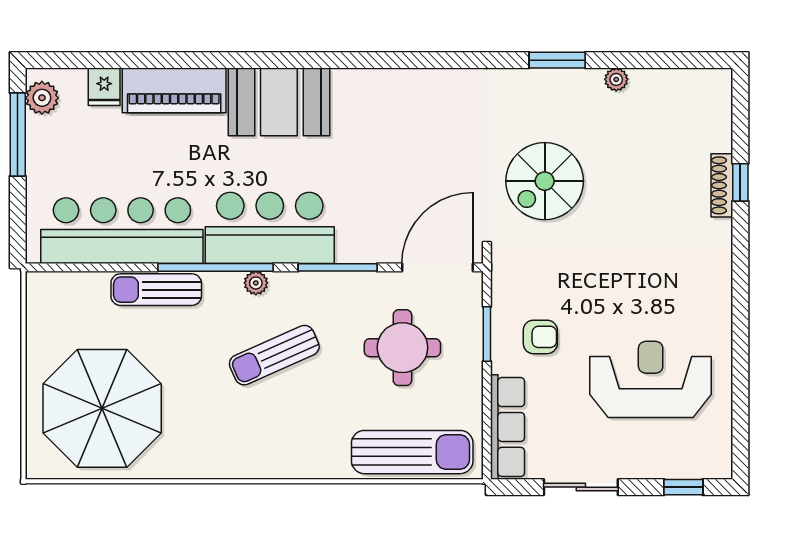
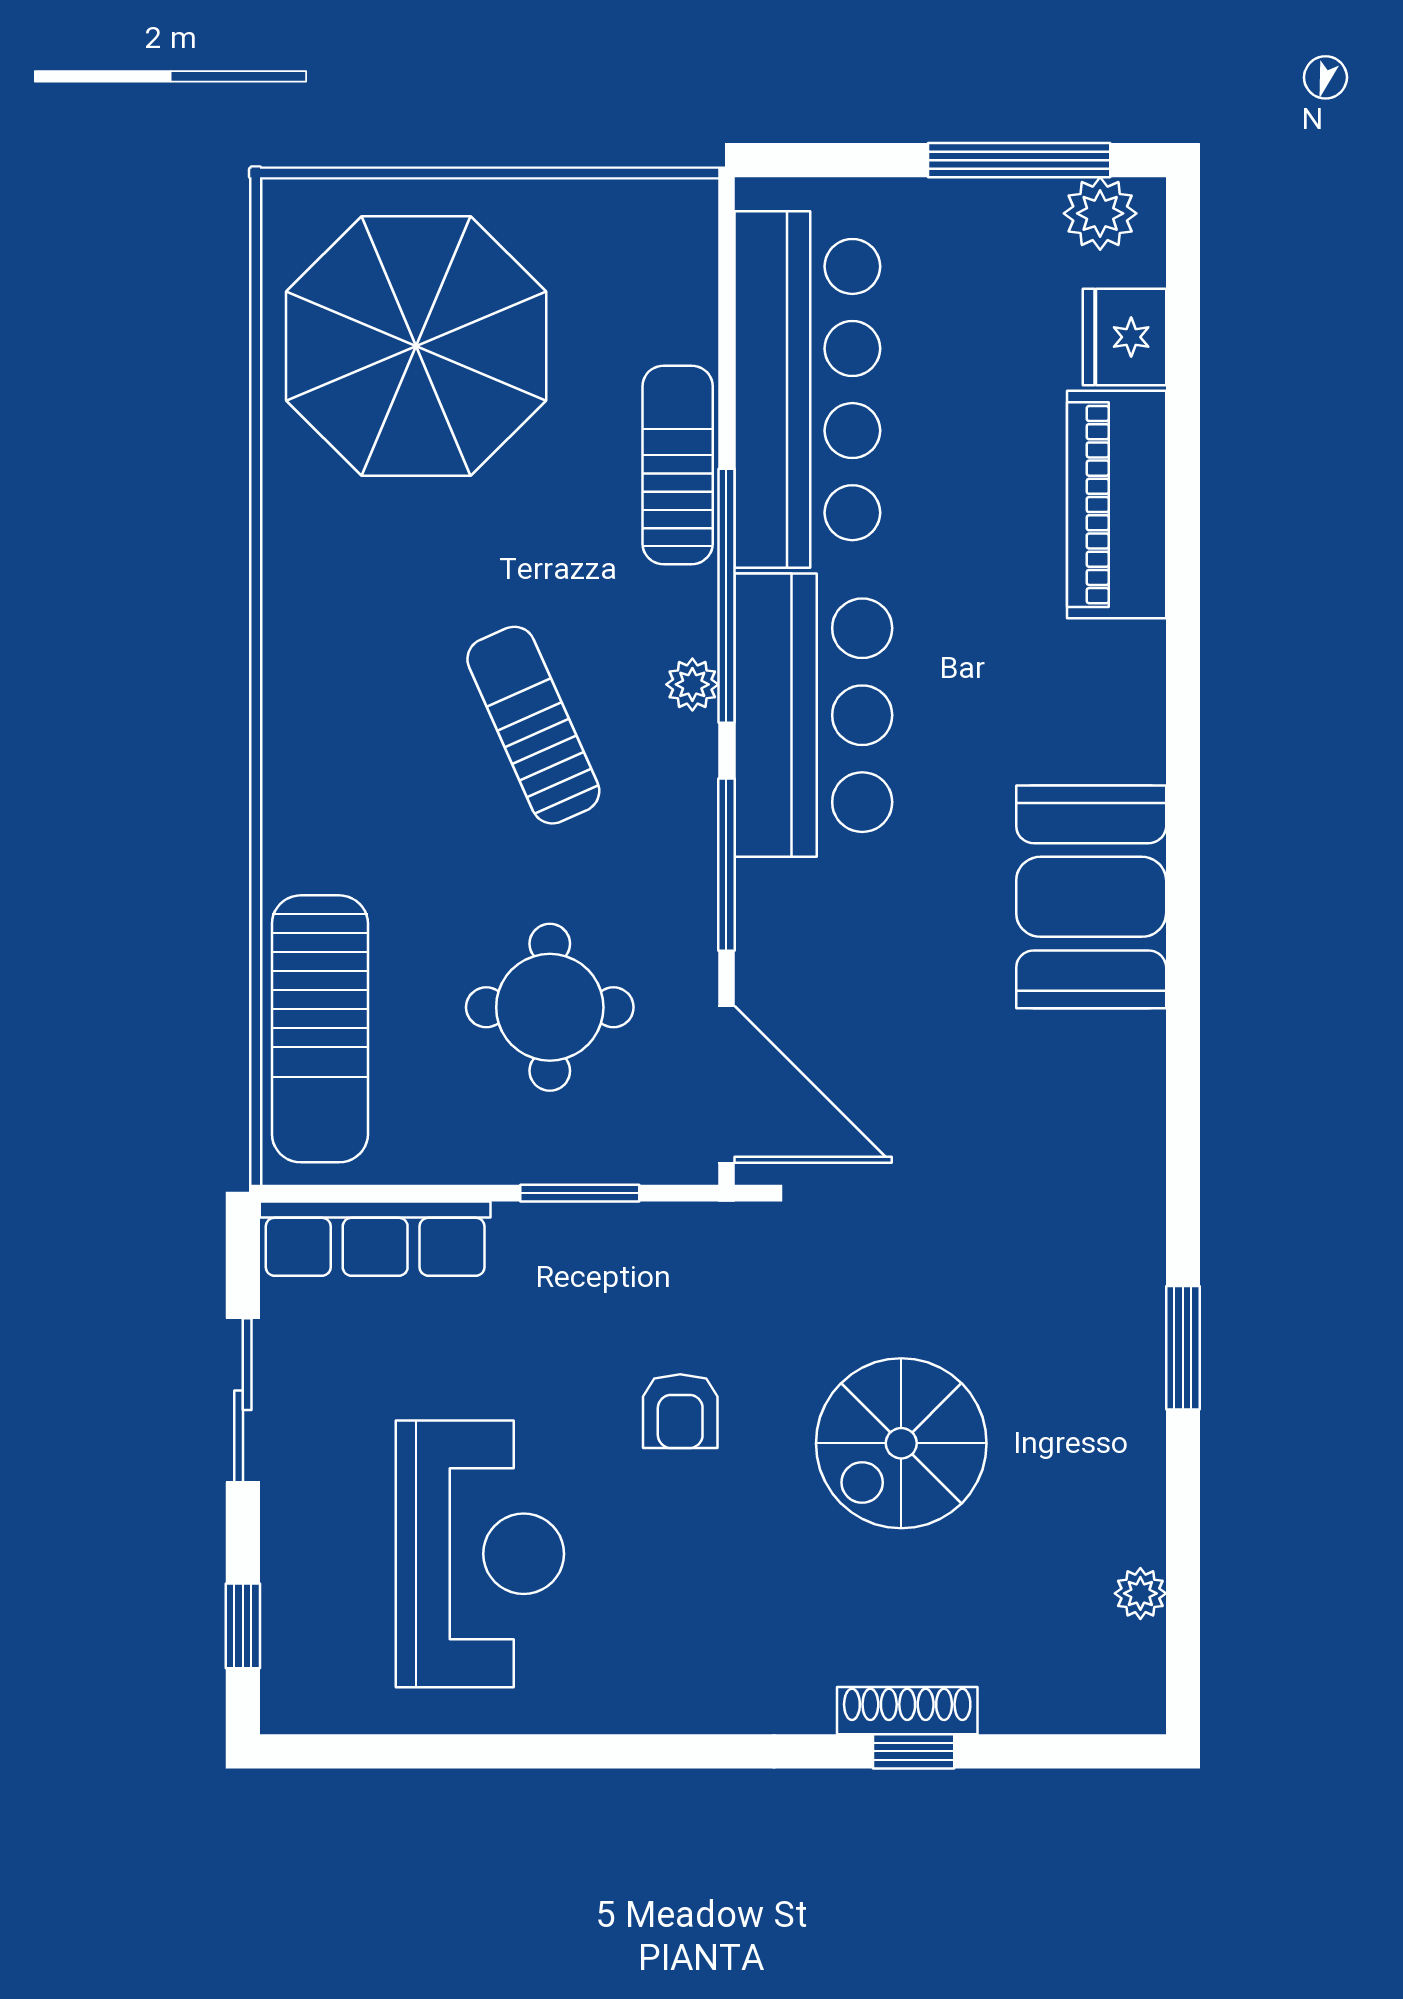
plant: (616, 79) -> (1140, 1593), moved
fridge: (104, 87) -> (1124, 337), width x1.38
booth: (279, 102) -> (1091, 897), moved
spiral stairs: (545, 181) -> (901, 1443), moved, turned -90
armchair: (540, 337) -> (680, 1411), moved

